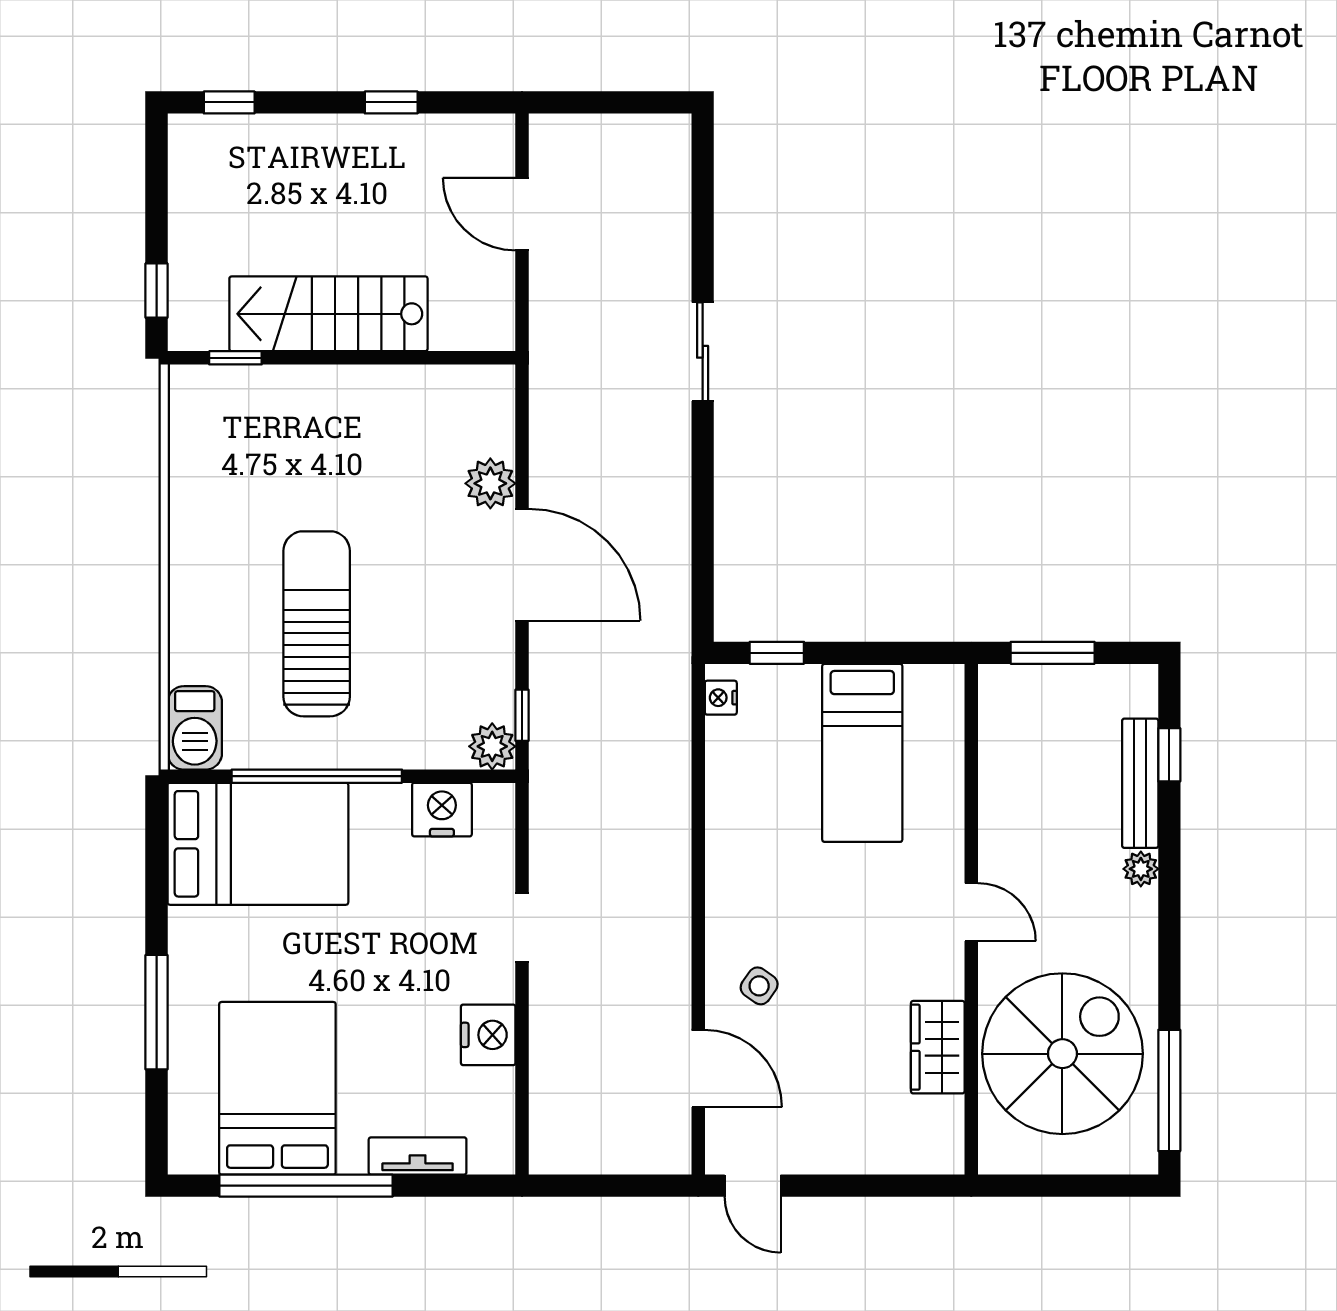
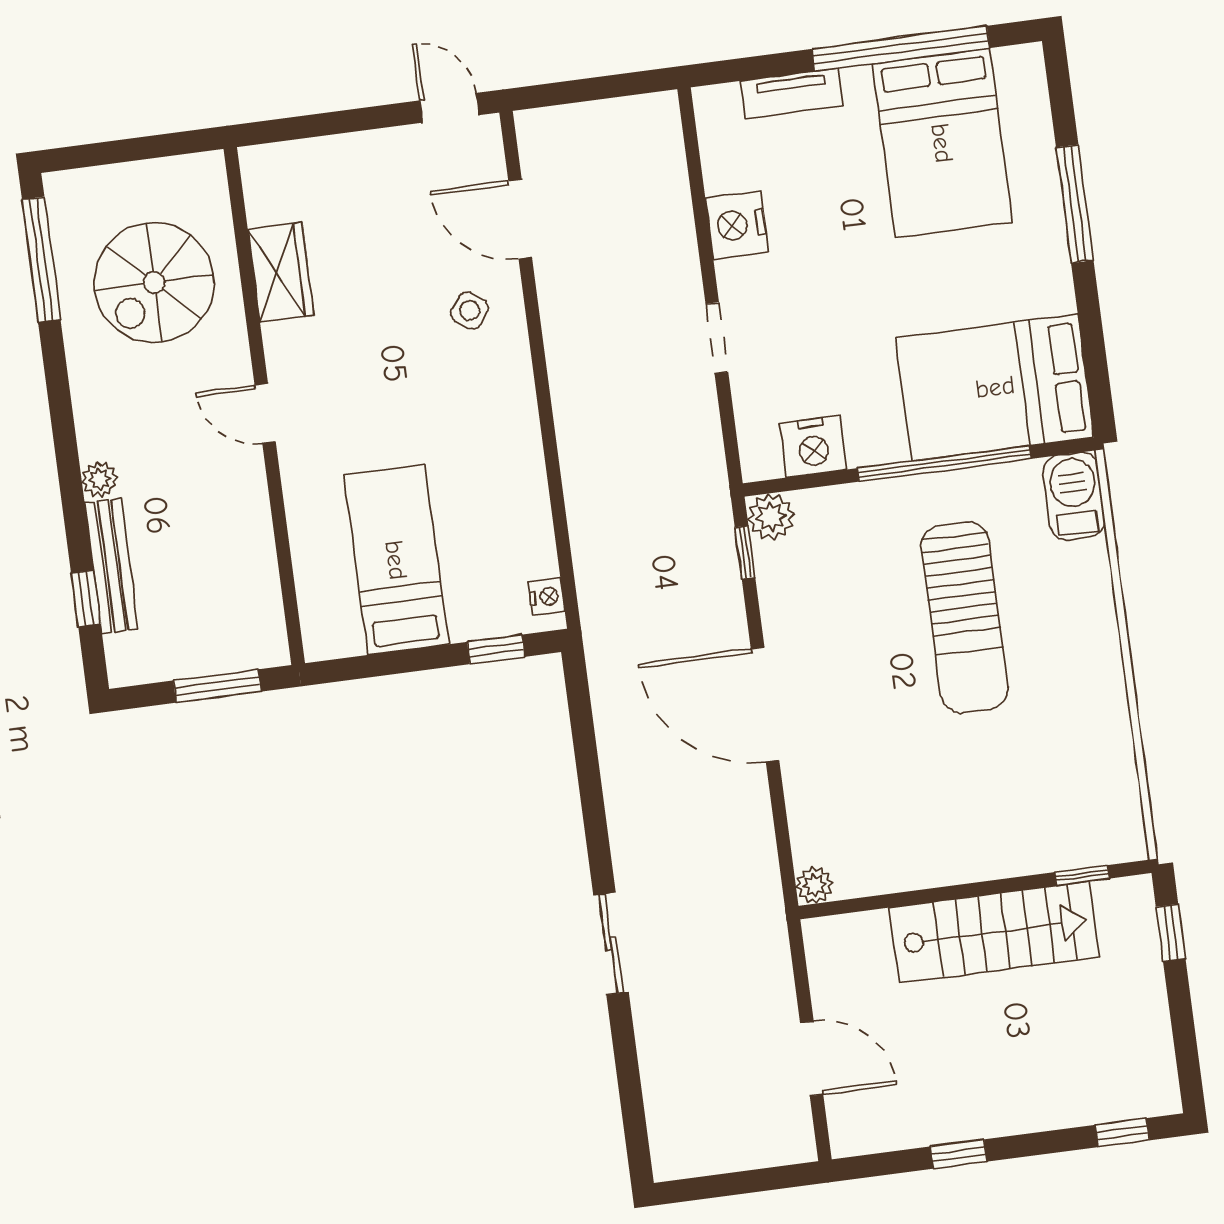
plant: (490, 483) -> (814, 885), moved, width x0.73, depth x0.73
spiral stairs: (1062, 1054) -> (154, 282), width x0.73, depth x0.73

